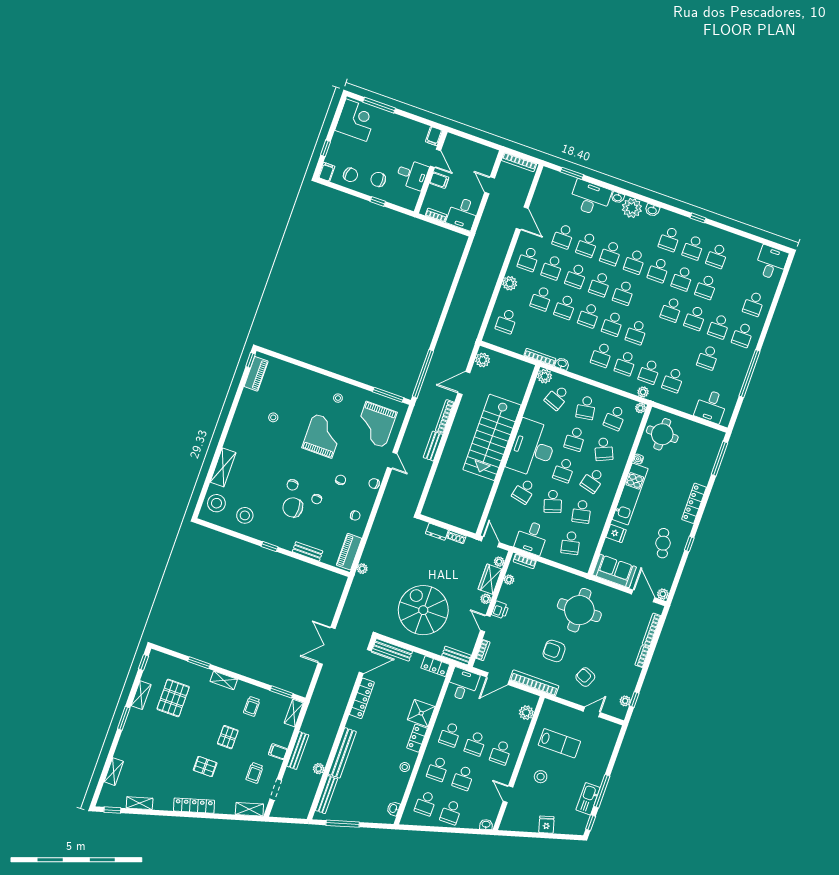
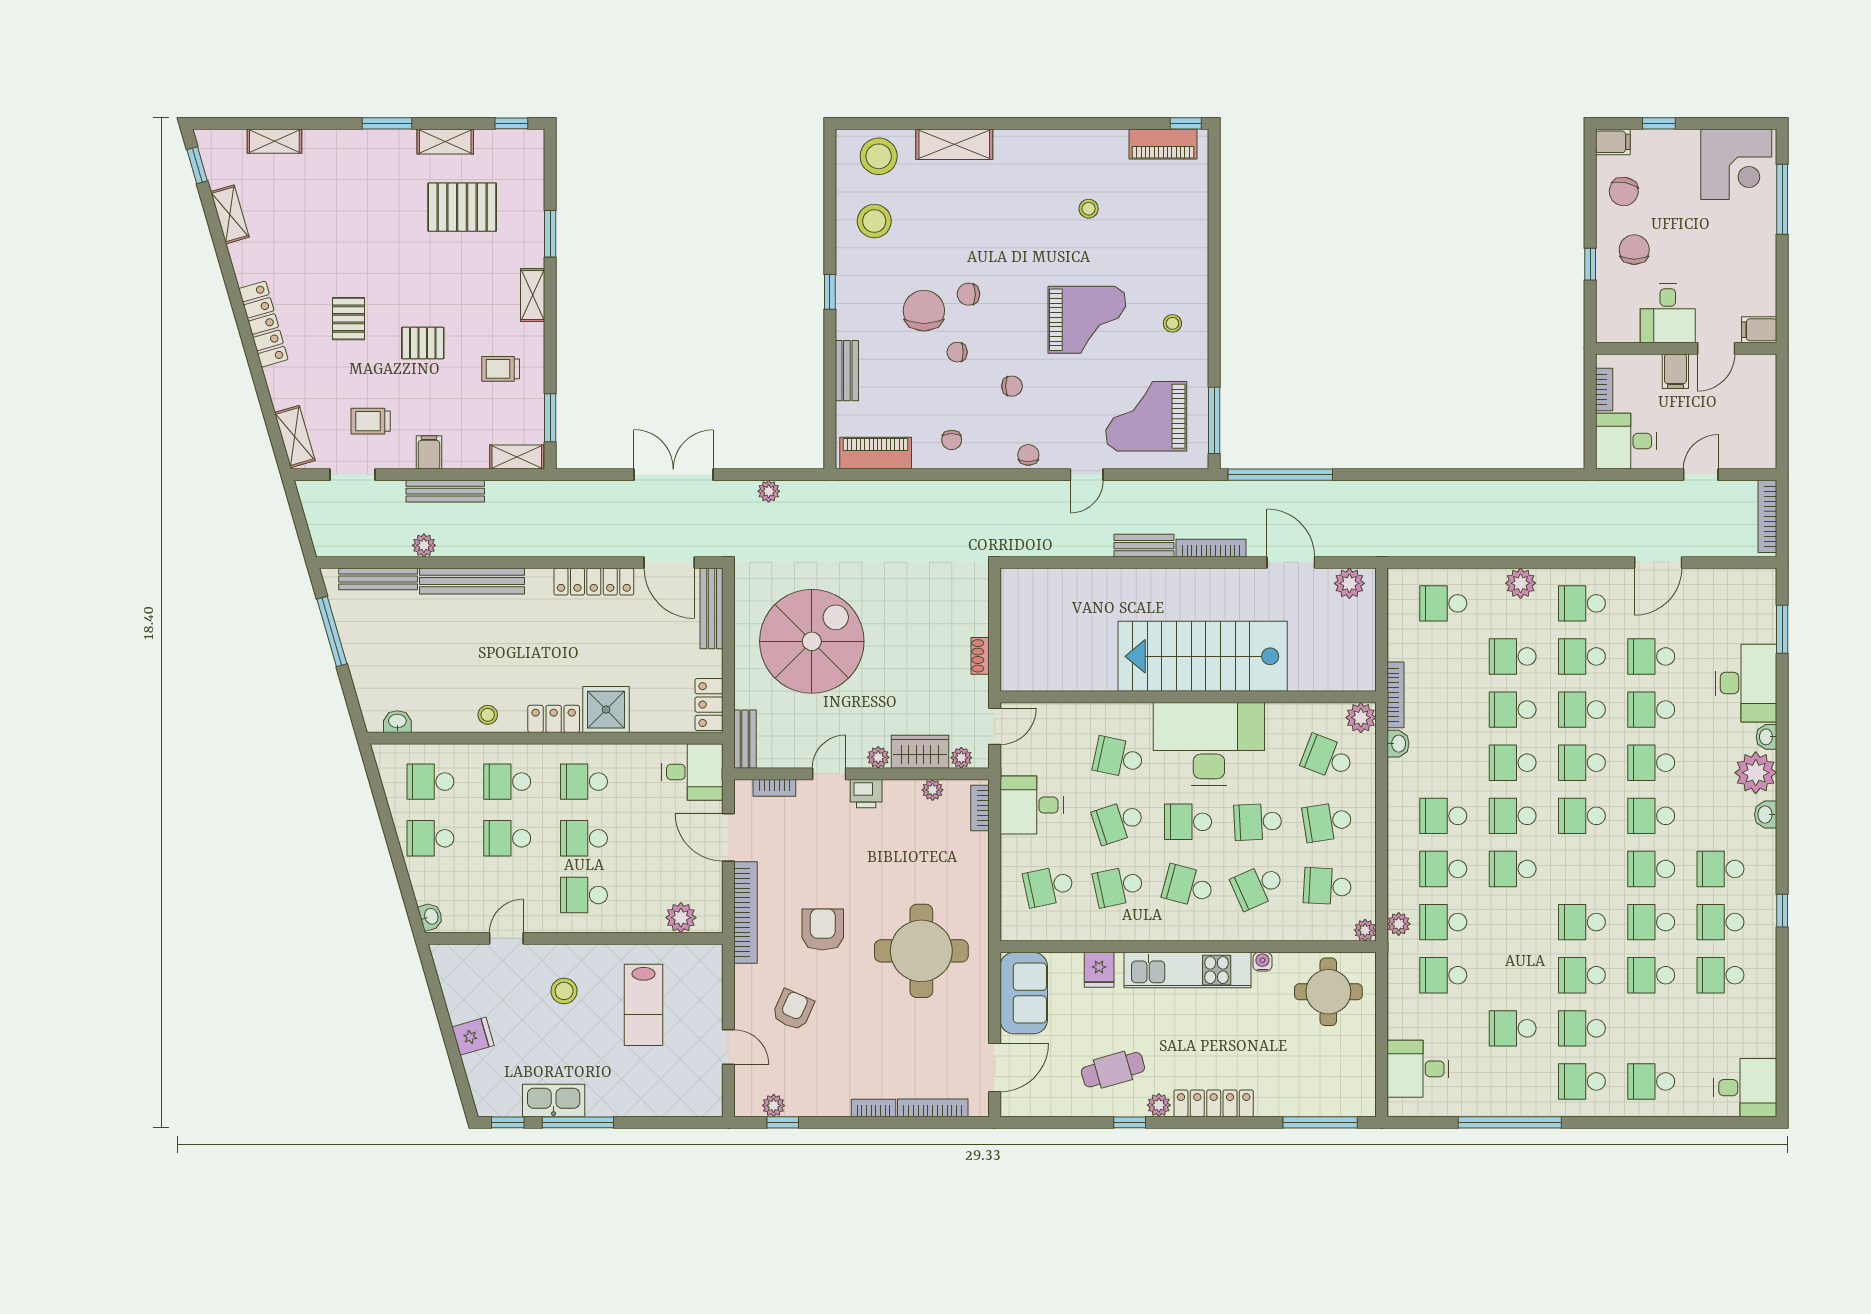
dresser: (437, 532) -> (977, 614), removed
plant: (362, 569) -> (769, 491), moved
plant: (663, 594) -> (1159, 1105), moved

